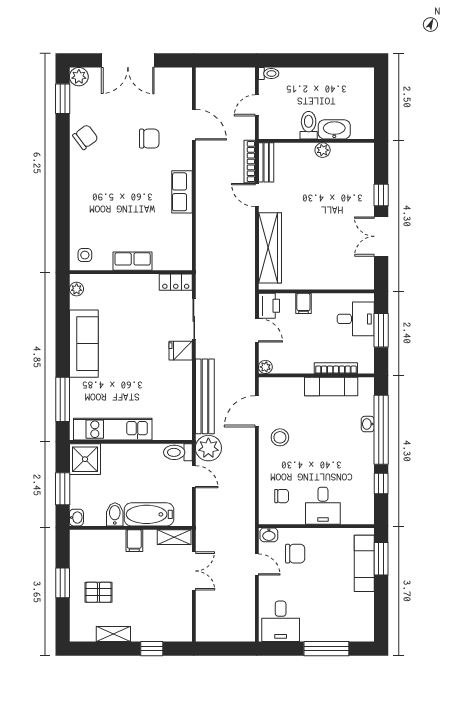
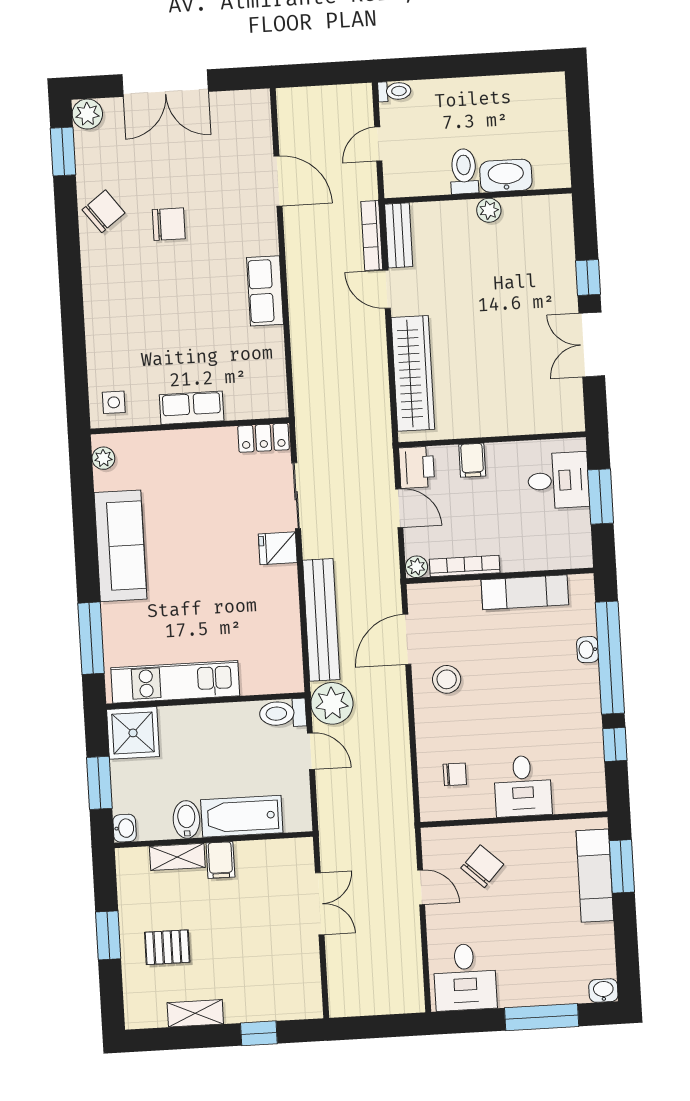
chair: (149, 139) -> (169, 224), moved
bookcase: (336, 368) -> (465, 566), moved
washbasin: (269, 535) -> (603, 991), moved, turned 180
shelving: (174, 537) -> (177, 857), moved
chair: (295, 554) -> (482, 866), turned -47

